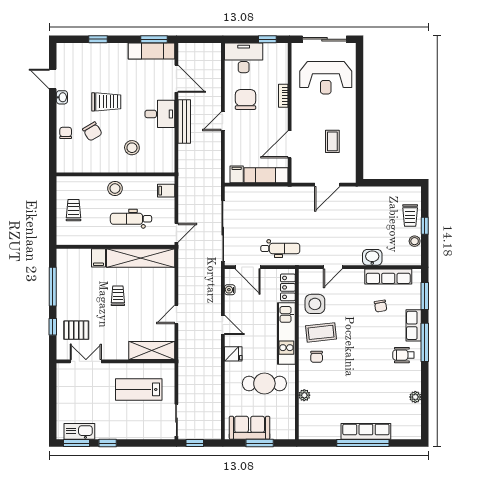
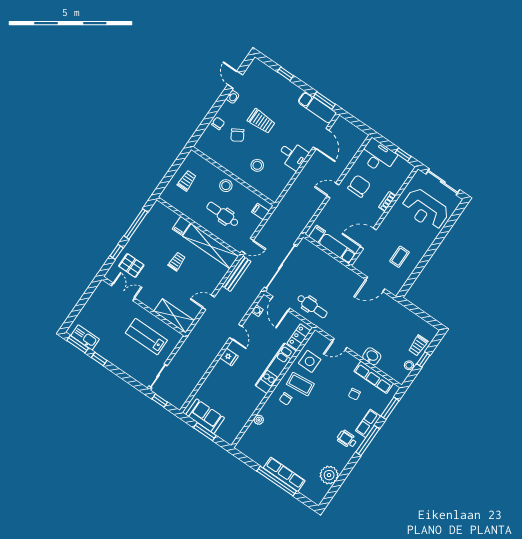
bench: (184, 121) -> (236, 274), moved
cafe table: (264, 383) -> (237, 392), removed
plant: (415, 397) -> (329, 475), width x1.88, depth x1.88

